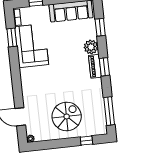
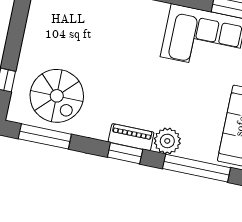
window: (100, 27) -> (197, 168), width x2.11
spiral stairs: (67, 116) -> (57, 96), moved

